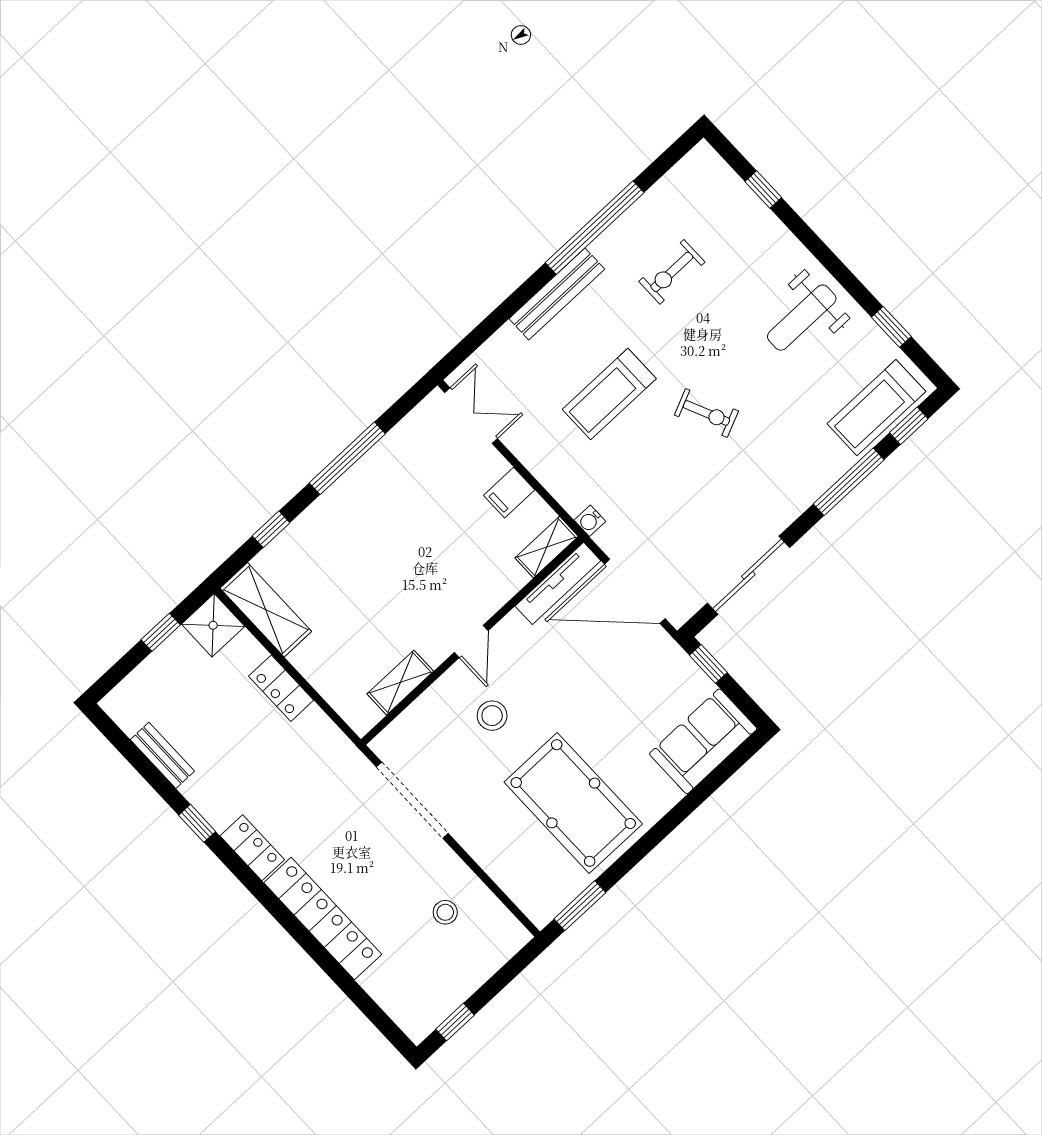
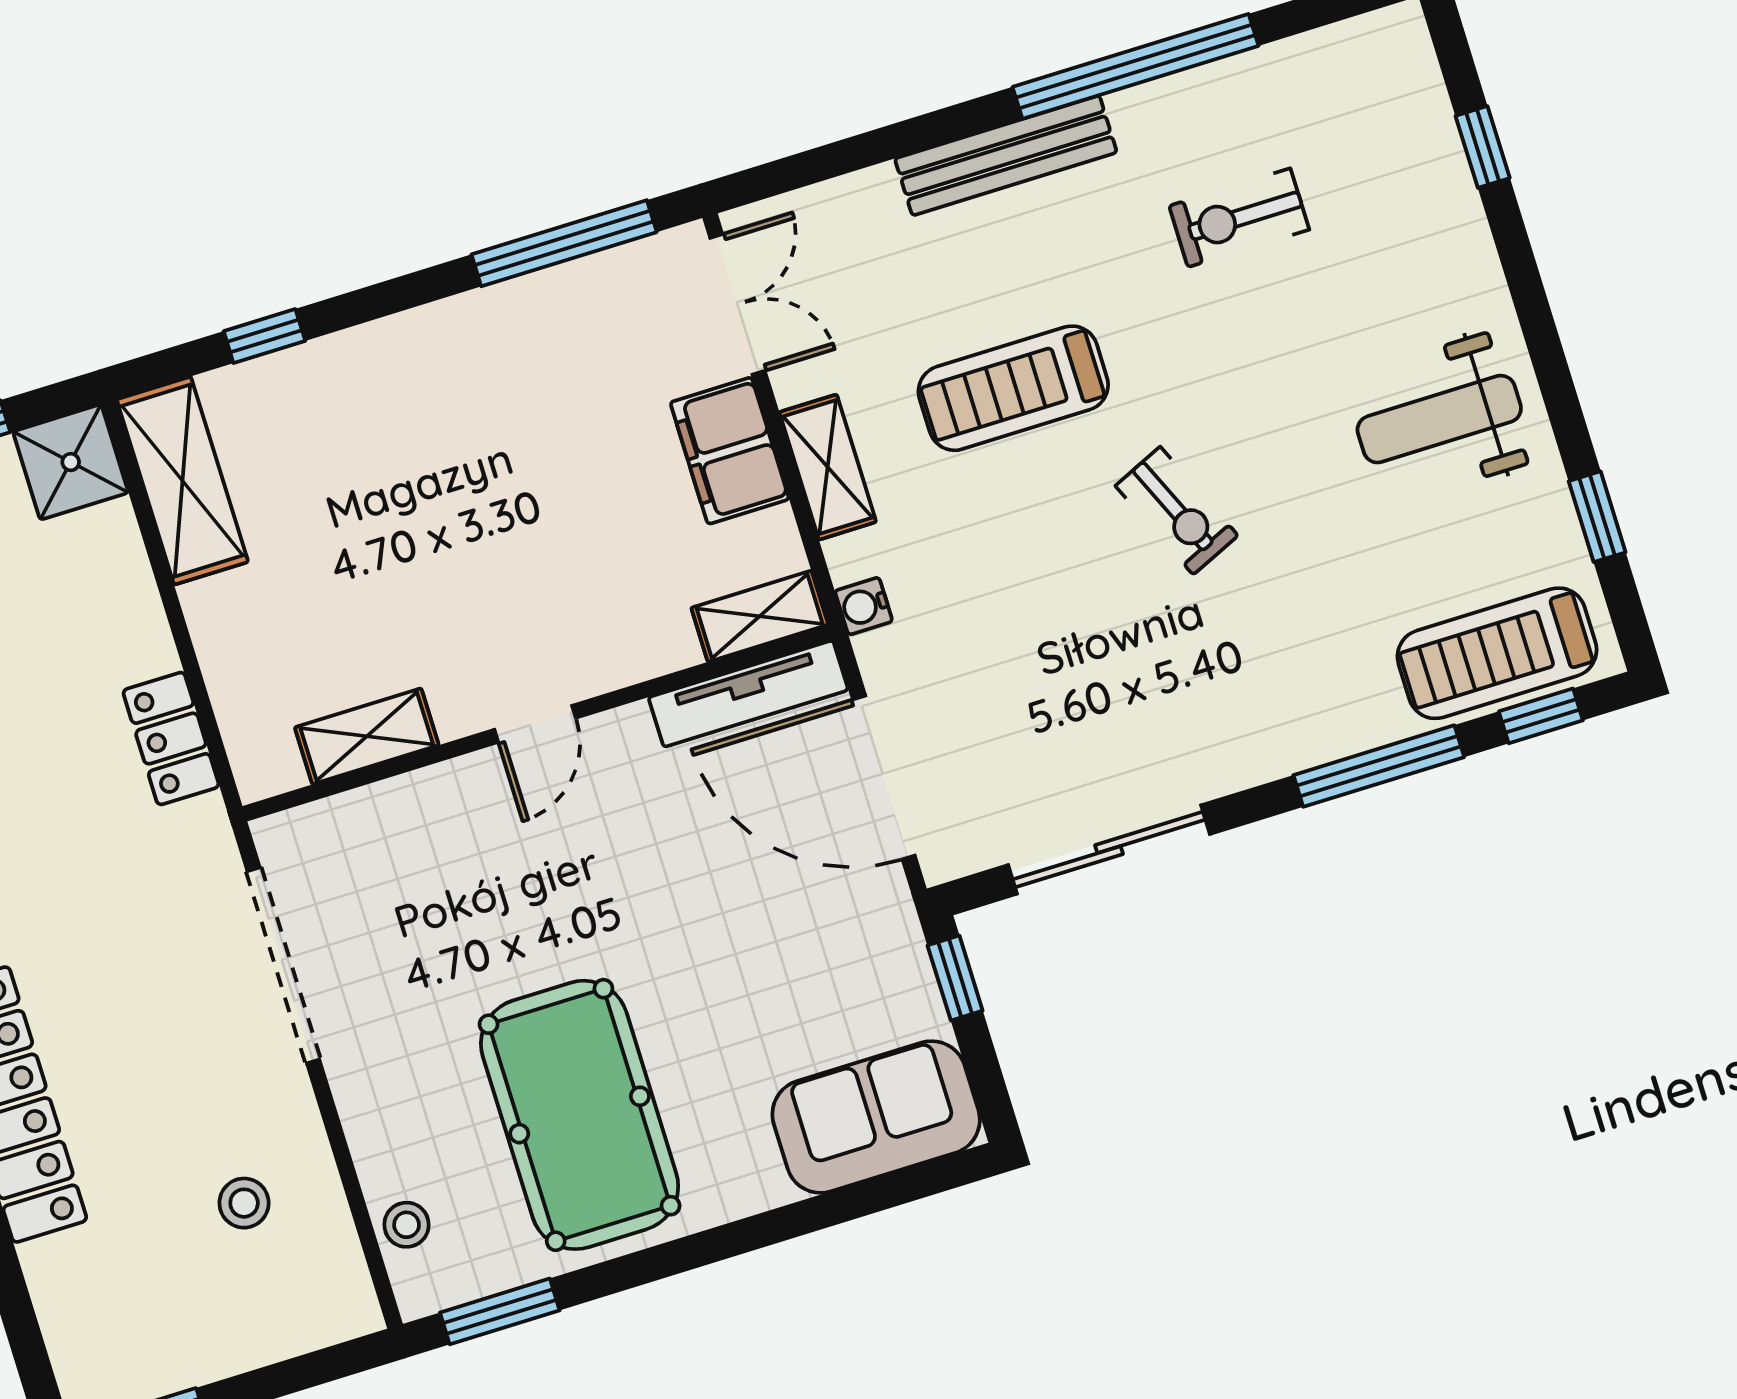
window: (347, 458) -> (564, 243), moved
shelving: (545, 468) -> (828, 467), added
filing cabinet: (509, 493) -> (730, 451), width x2.00
locker: (281, 688) -> (171, 738), moved
stool: (492, 716) -> (407, 1225), moved, width x0.73, depth x0.73

